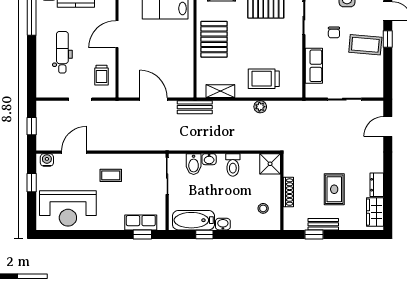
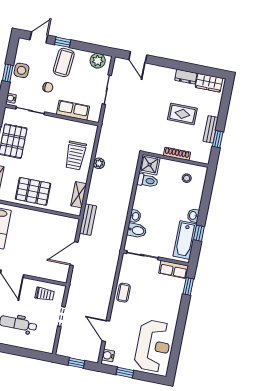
plant: (375, 82) -> (98, 61), added
toilet: (233, 165) -> (147, 181), moved
coffee table: (111, 175) -> (124, 293), moved
row of seats: (141, 222) -> (174, 269), moved, turned -90

